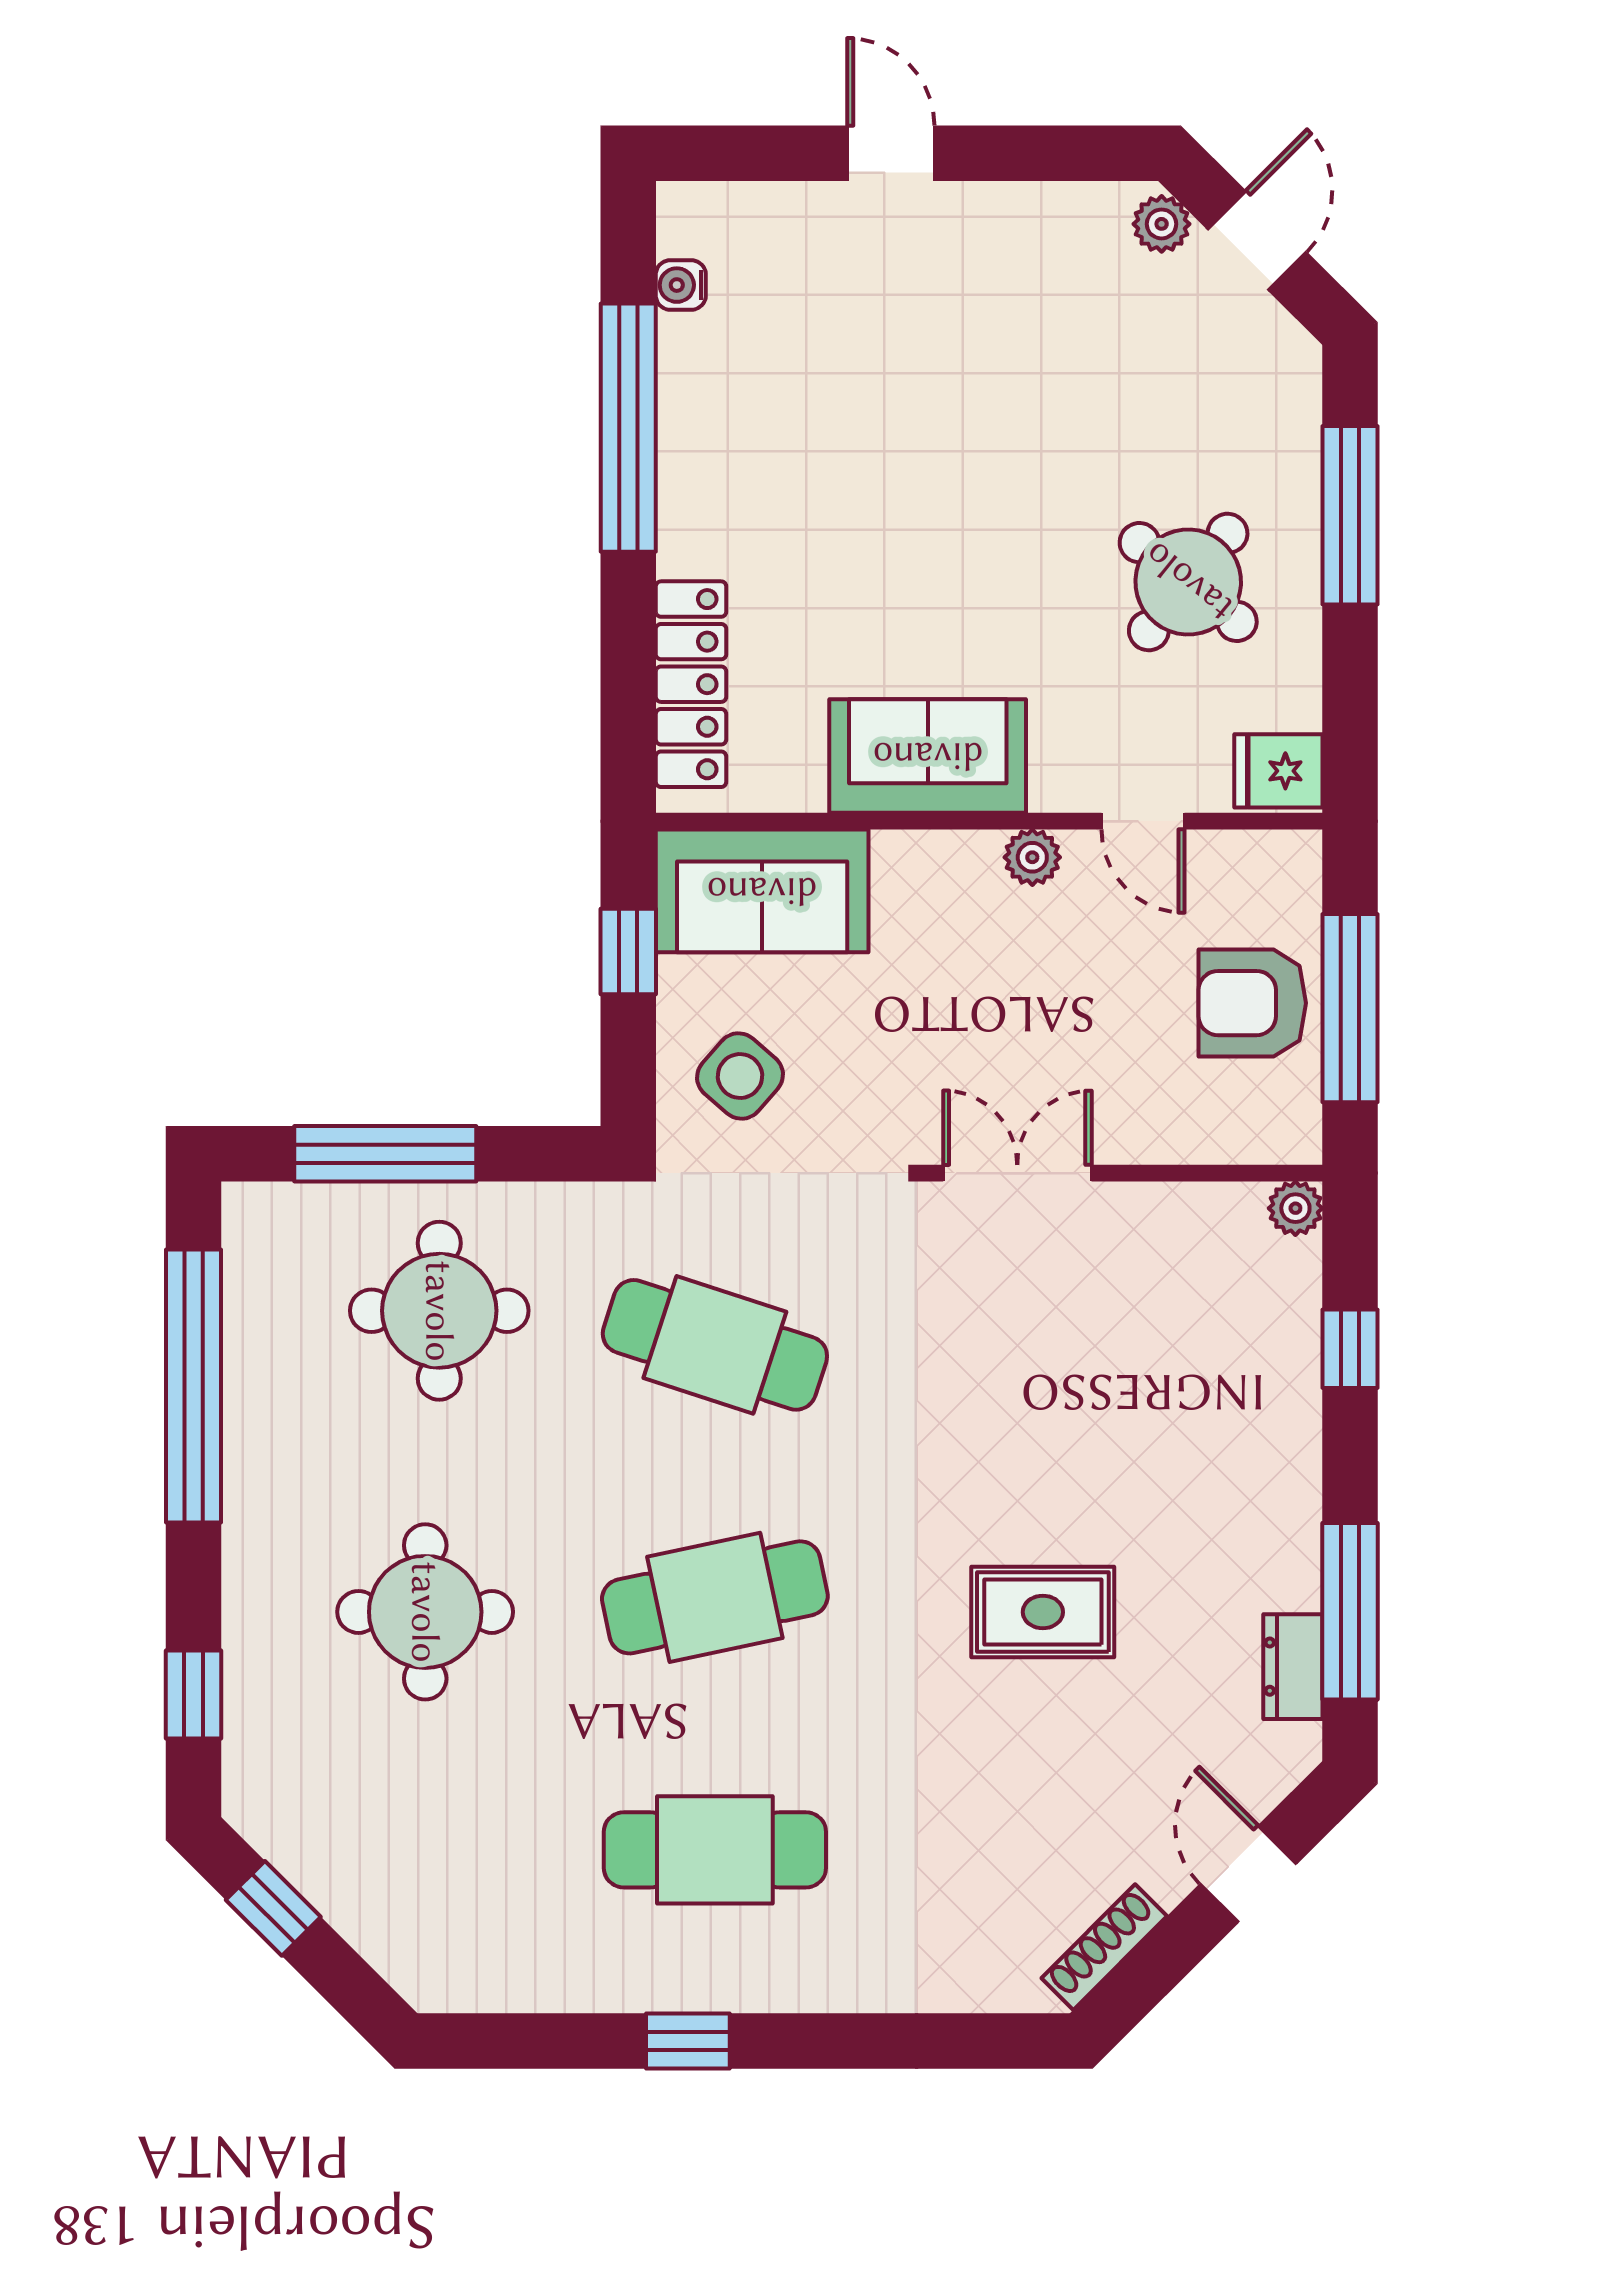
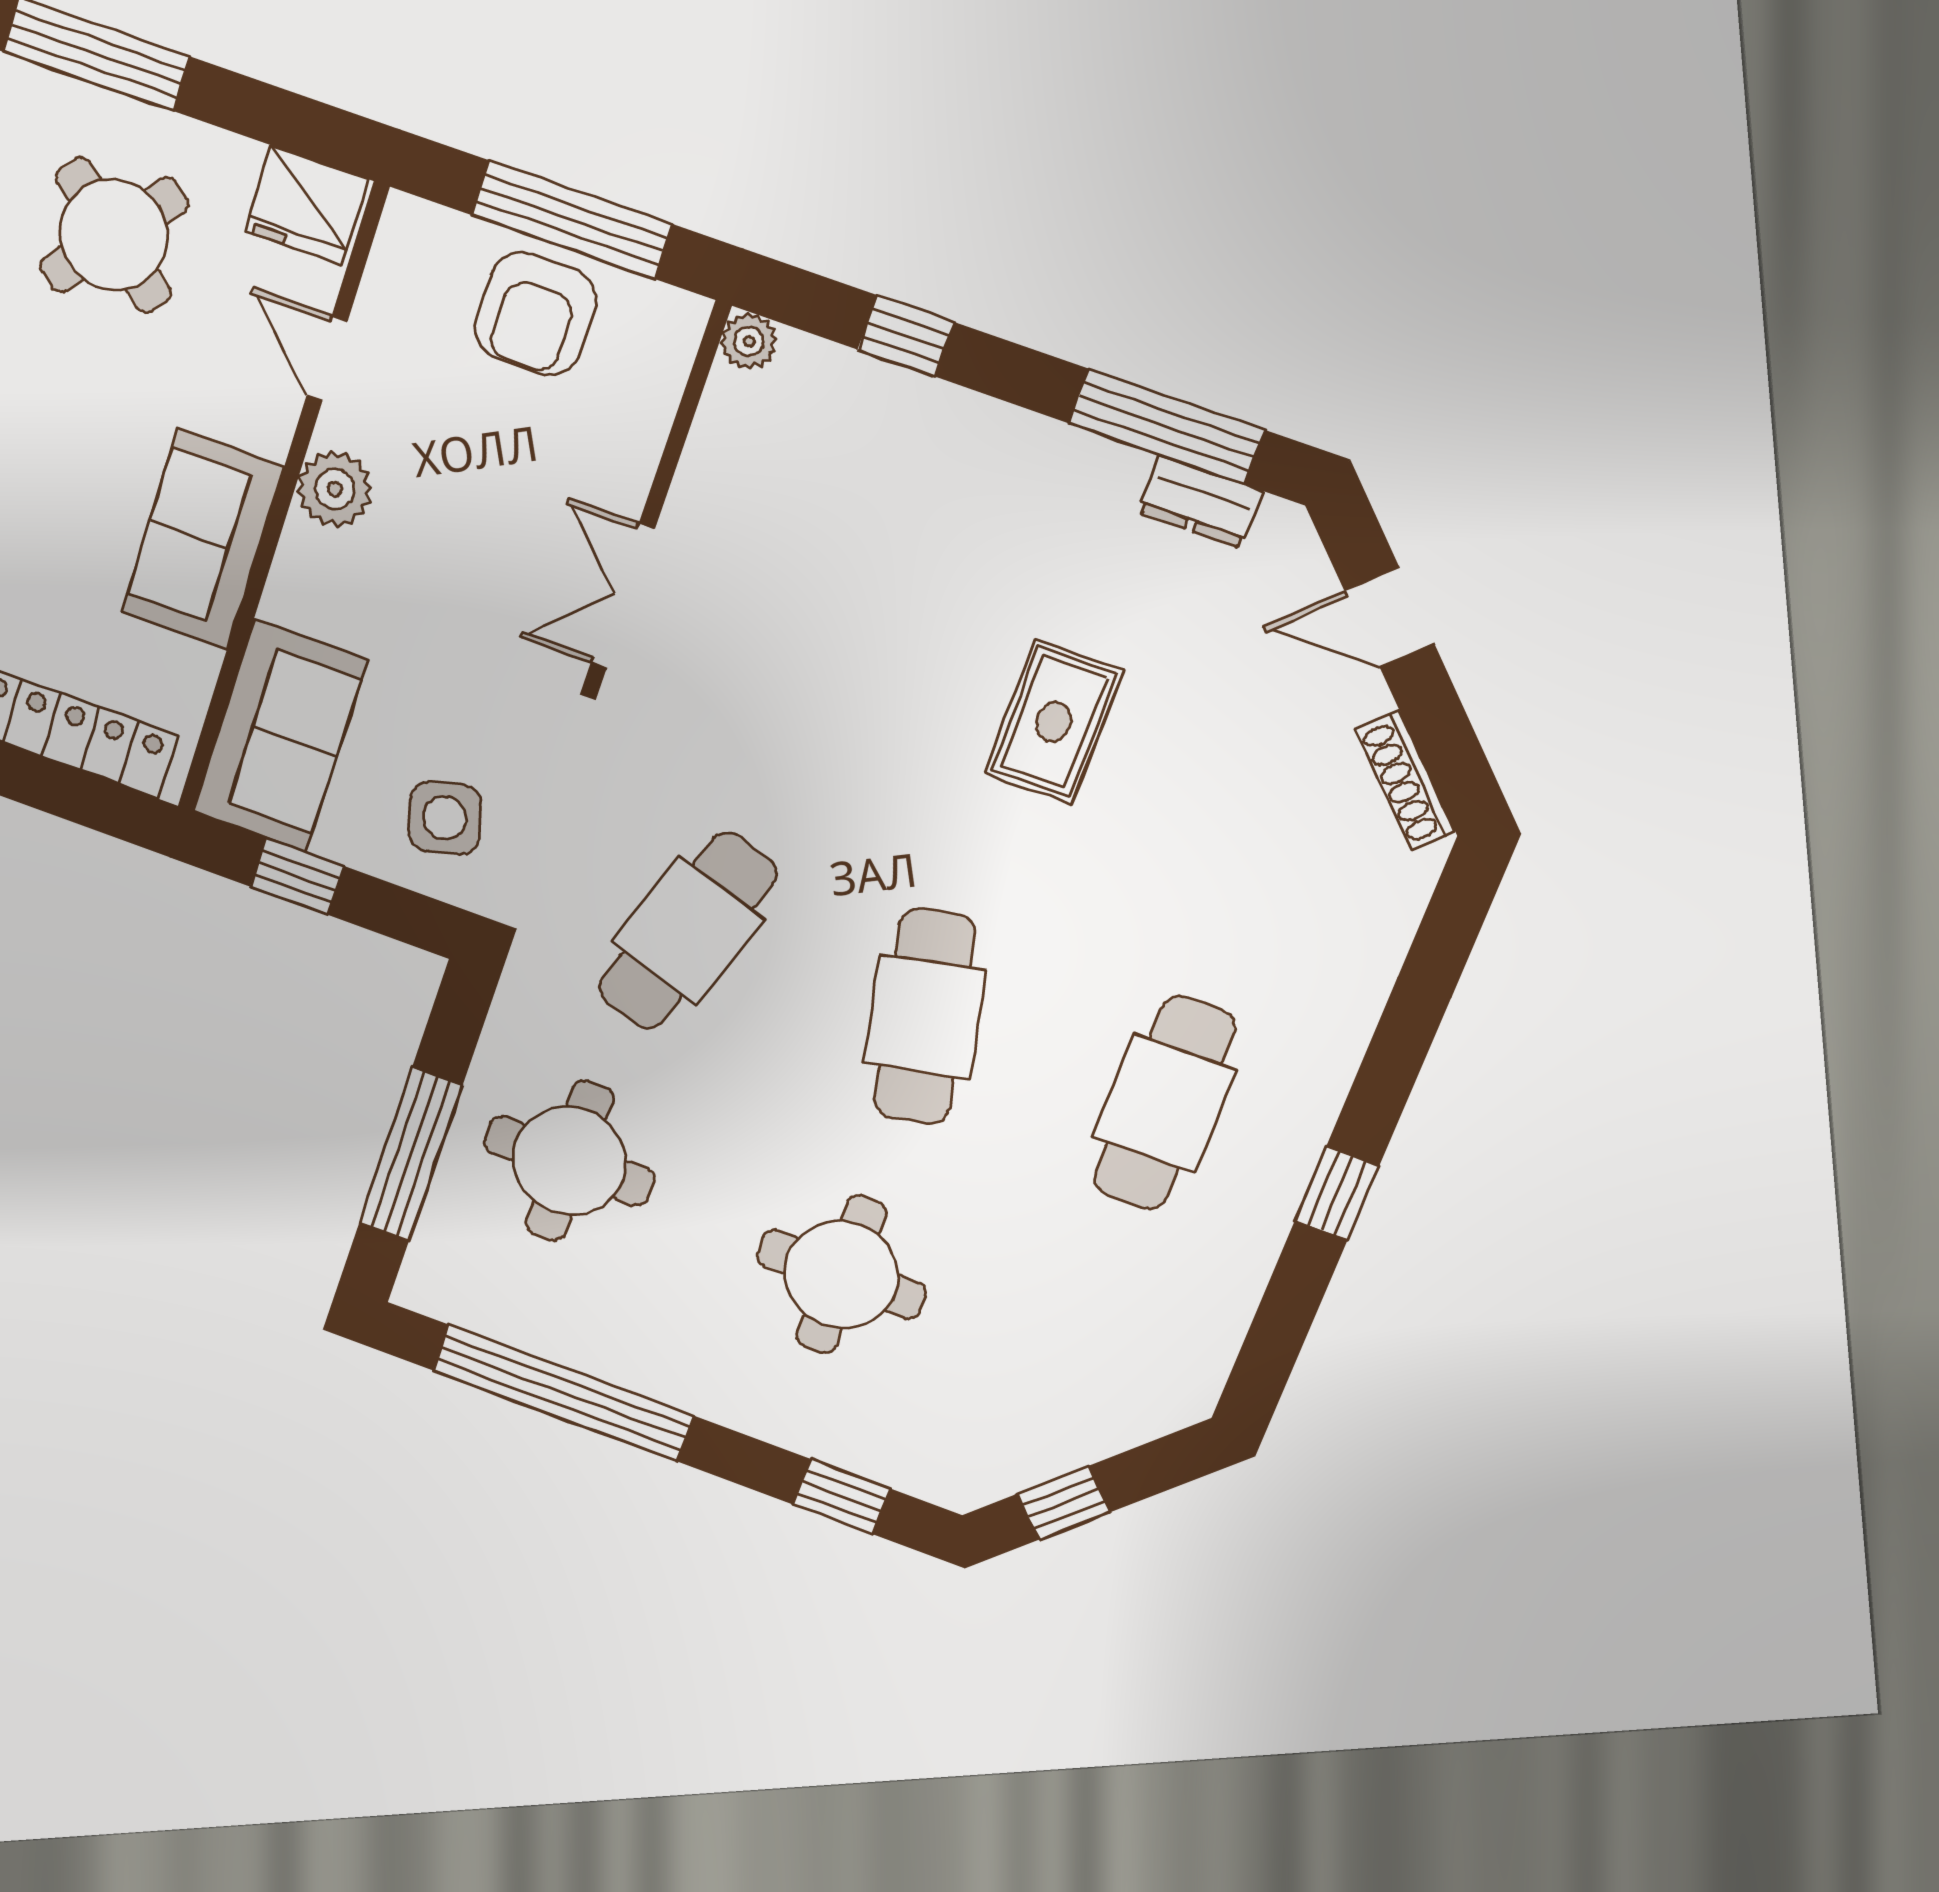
fridge: (1278, 771) -> (306, 205), width x1.38
door: (1143, 821) -> (327, 358), swing flipped
plant: (1032, 857) -> (335, 489), width x1.38, depth x1.38
side table: (740, 1076) -> (445, 818), turned 34

